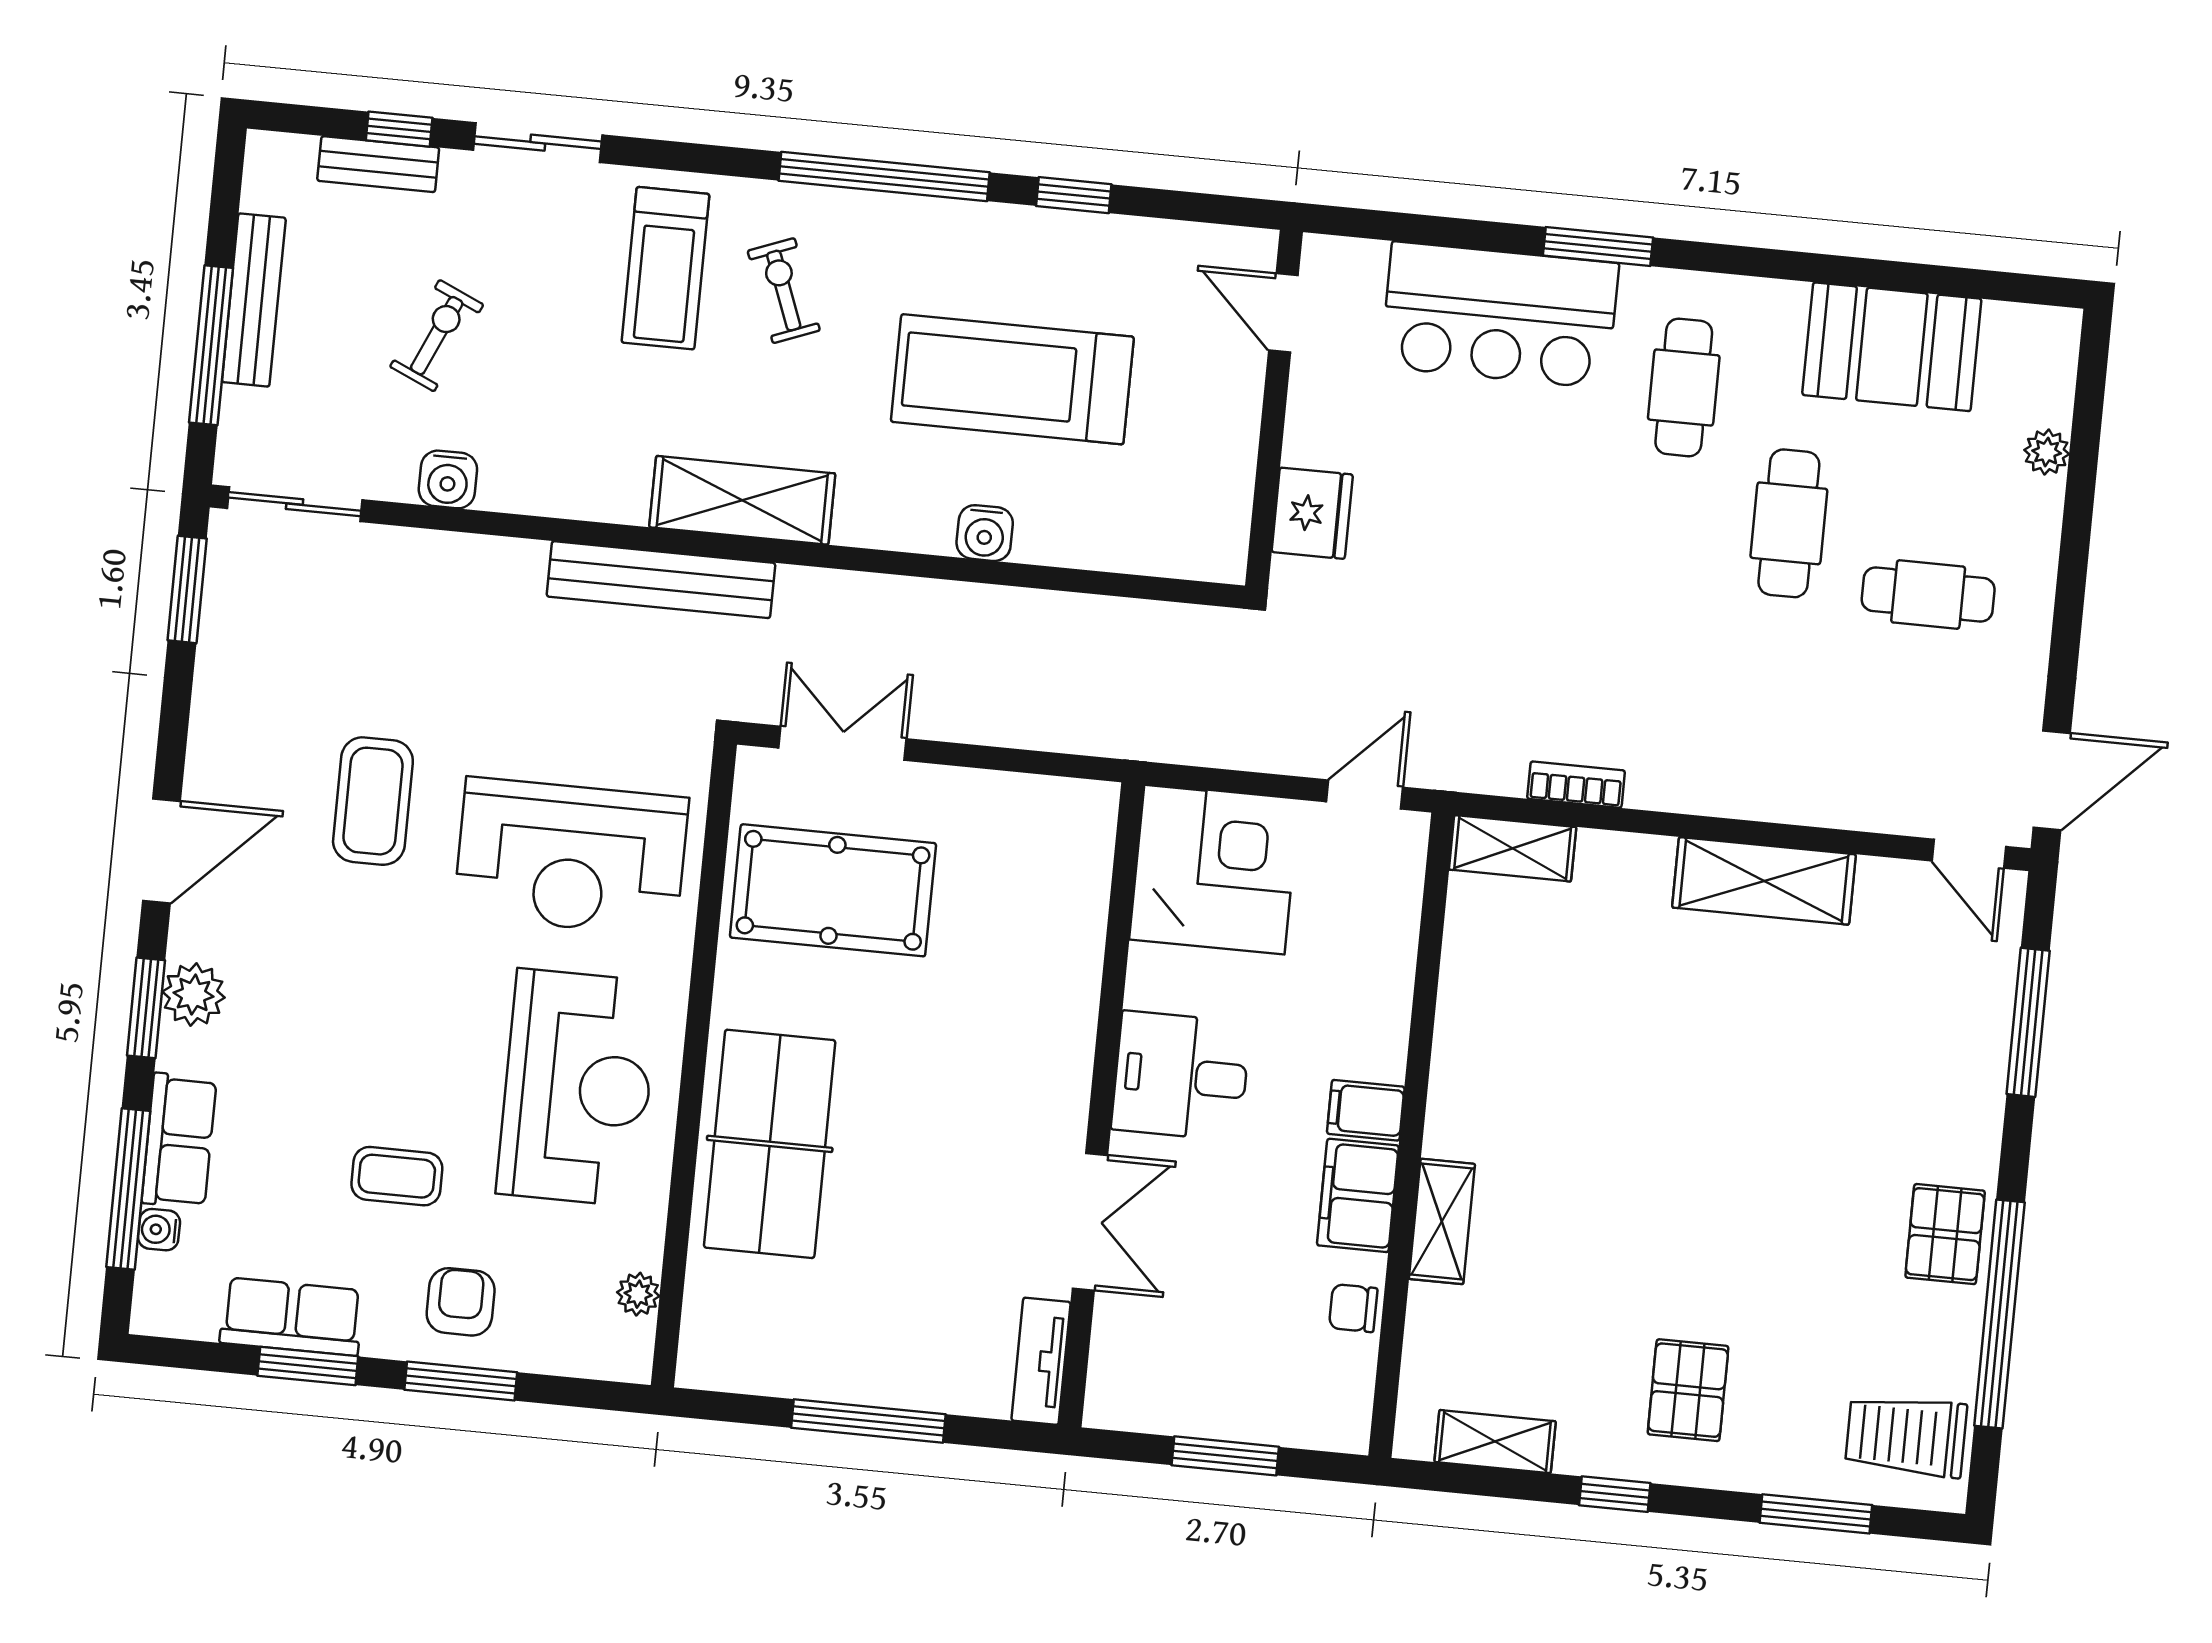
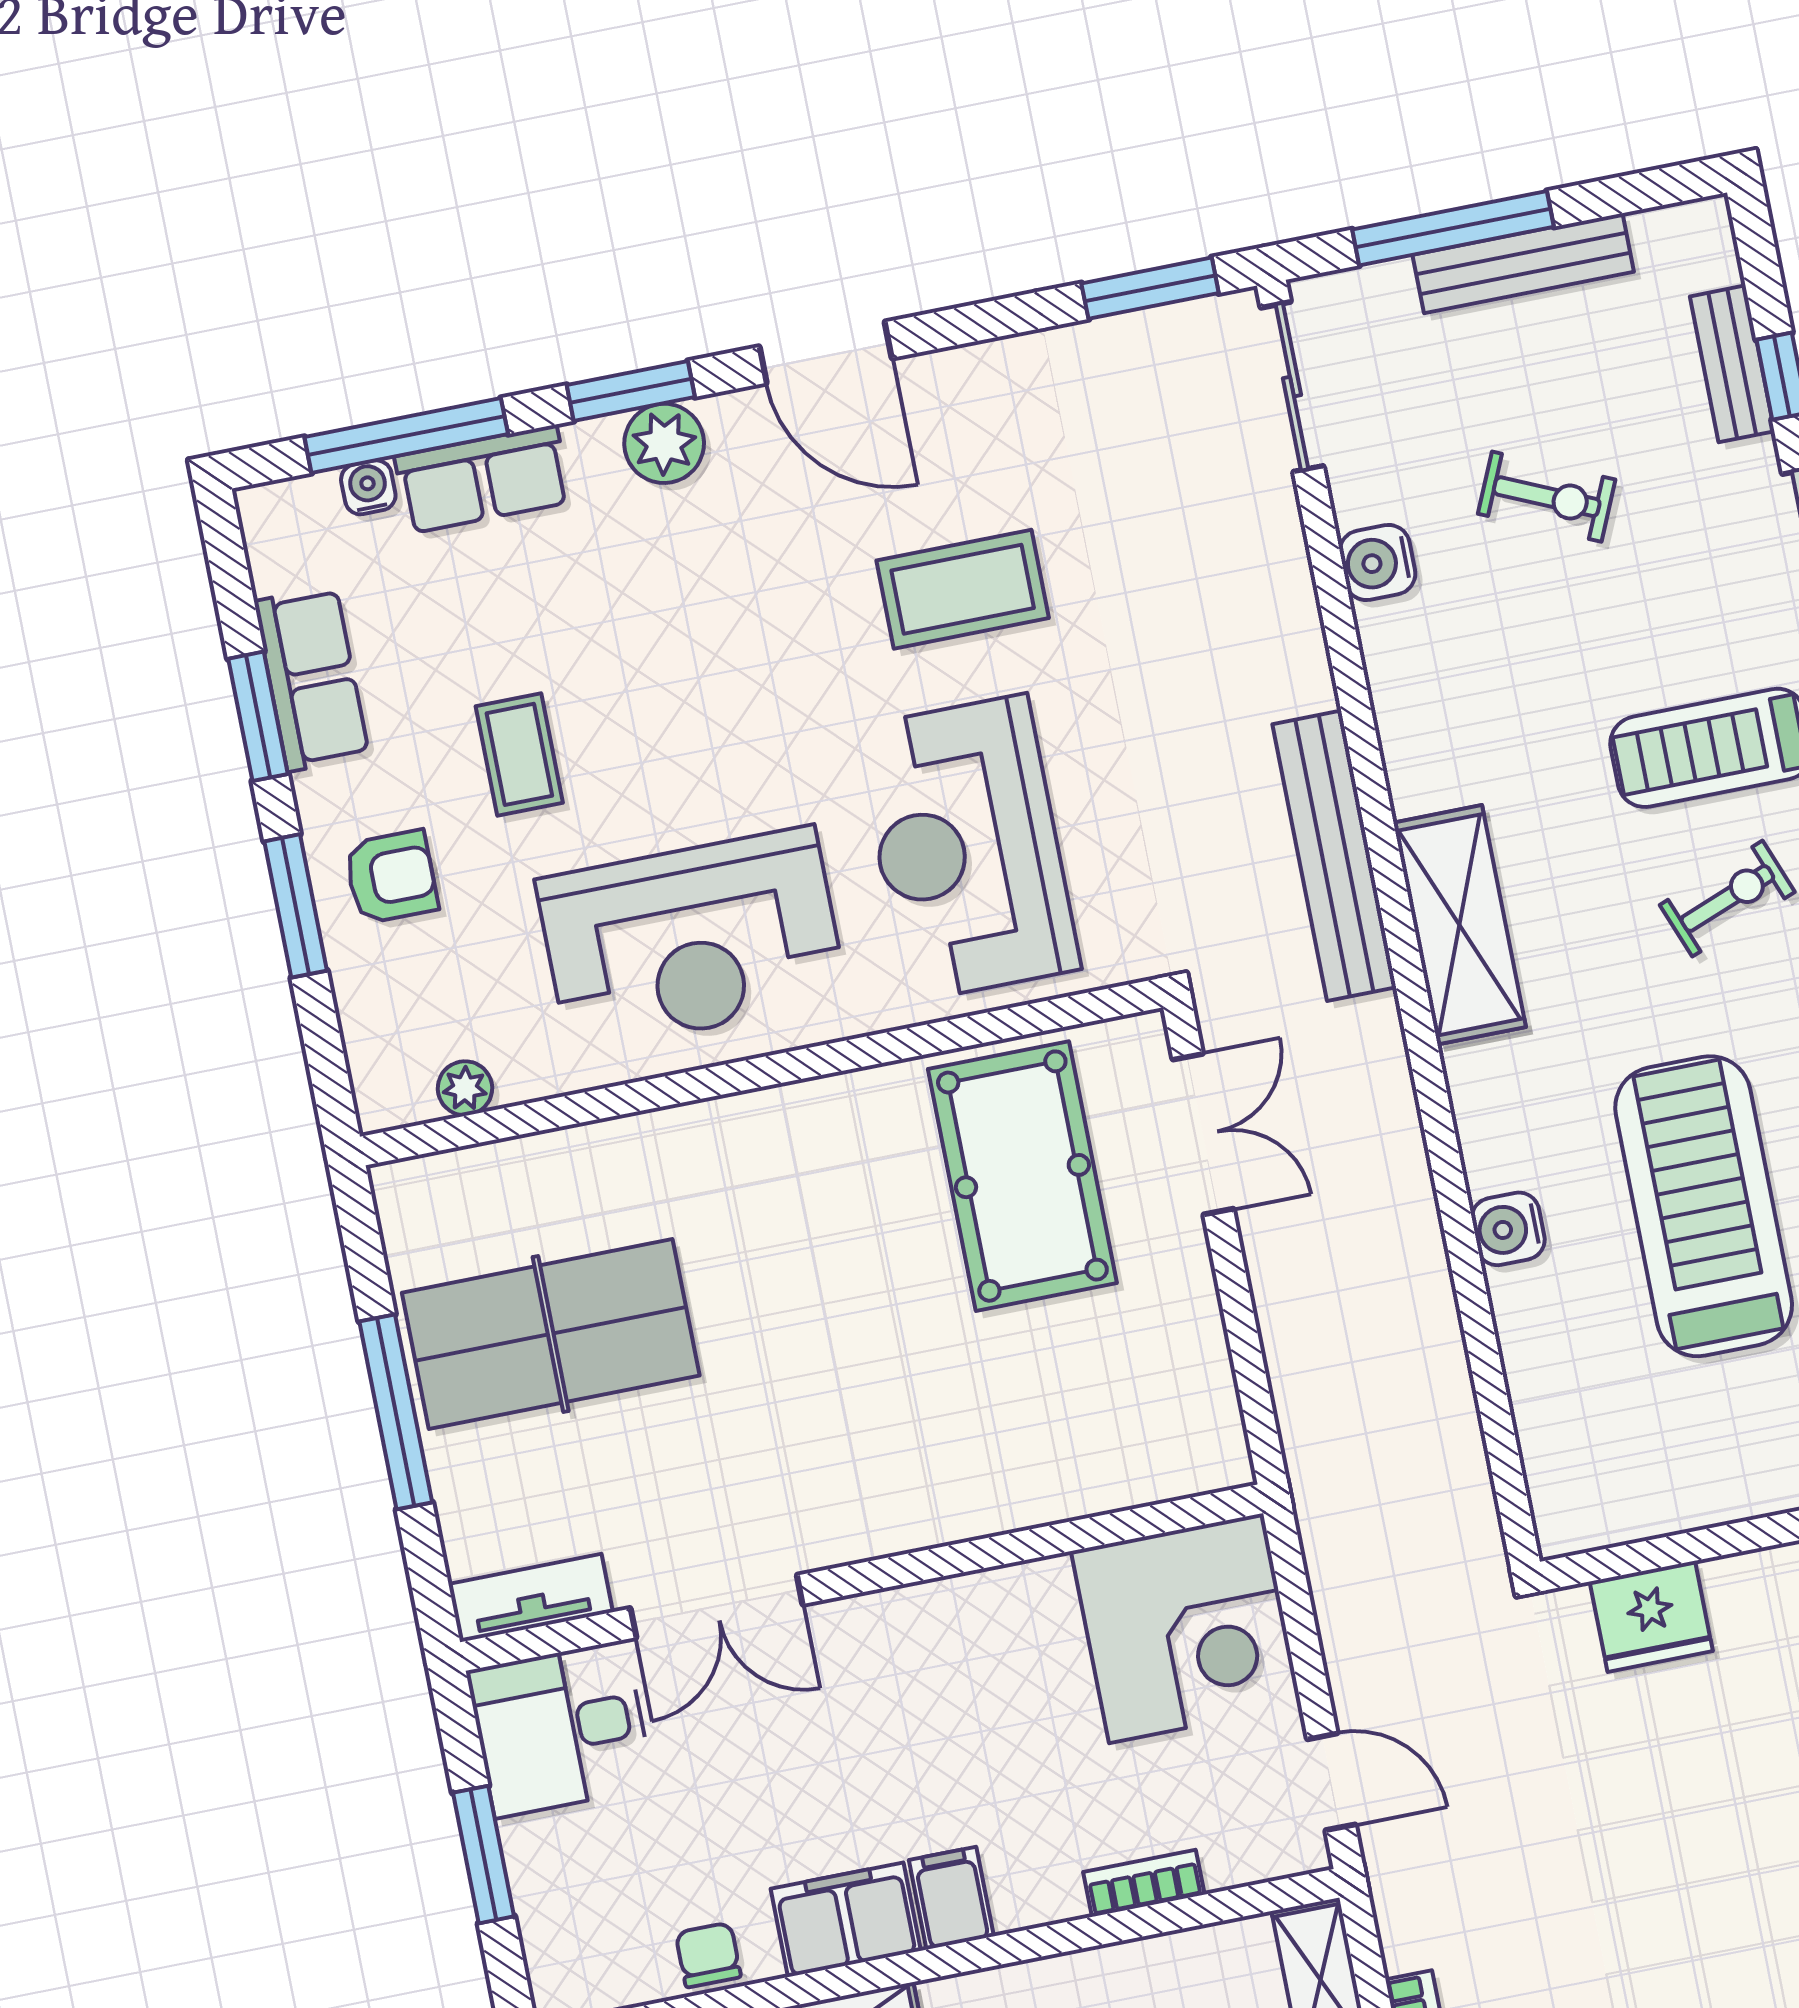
bookcase: (1399, 960) -> (1144, 1883), added
desk: (1181, 1076) -> (560, 1729), moved, turned -90
table tennis table: (770, 1144) -> (551, 1334), moved

